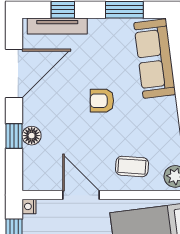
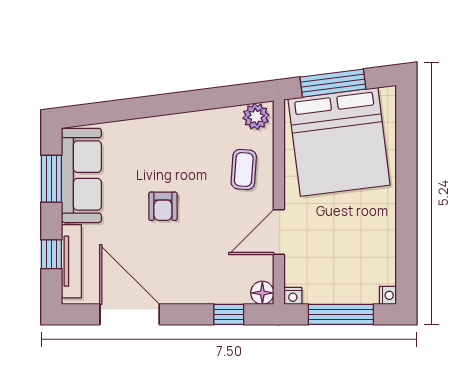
sofa: (155, 59) -> (81, 175), moved, turned -83
window: (14, 136) -> (229, 314), moved
floor lamp: (32, 136) -> (262, 293), moved

